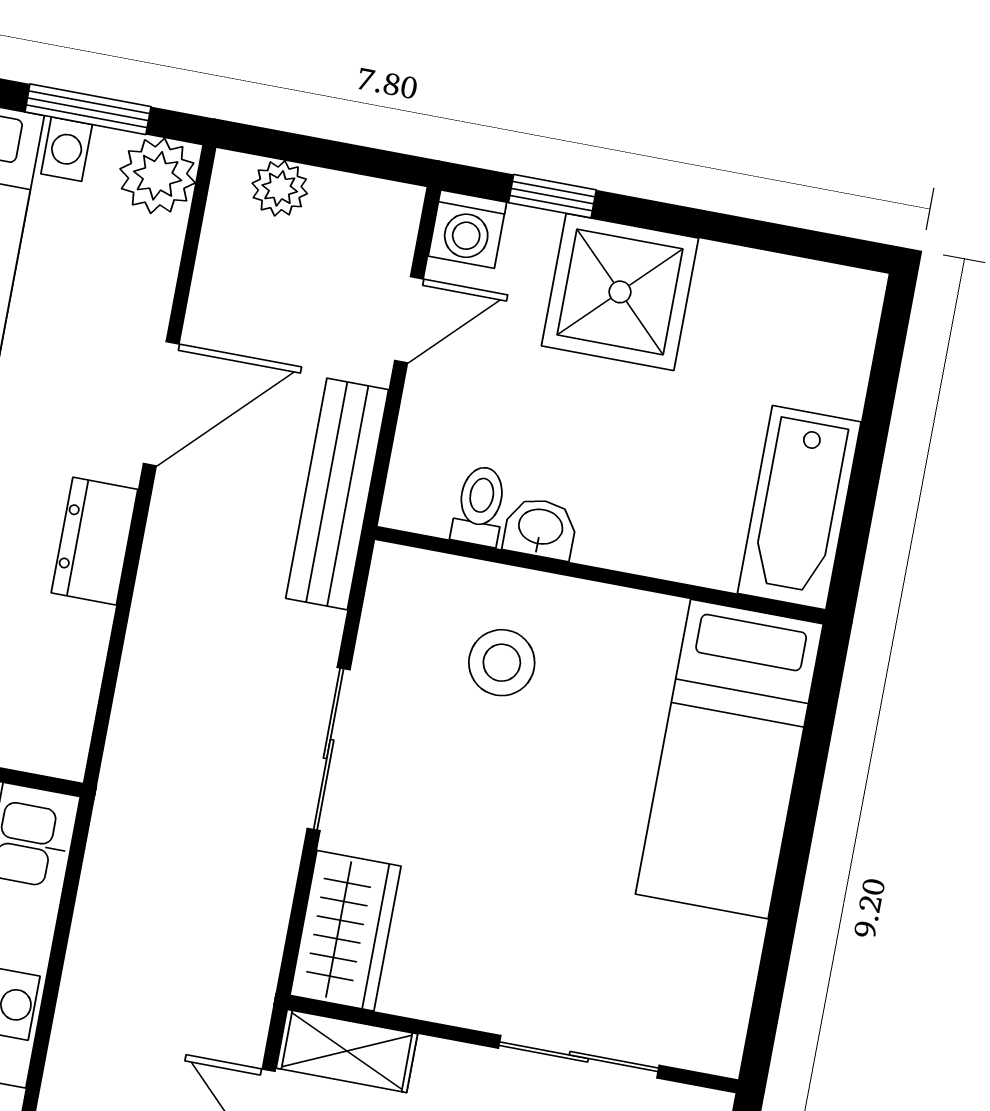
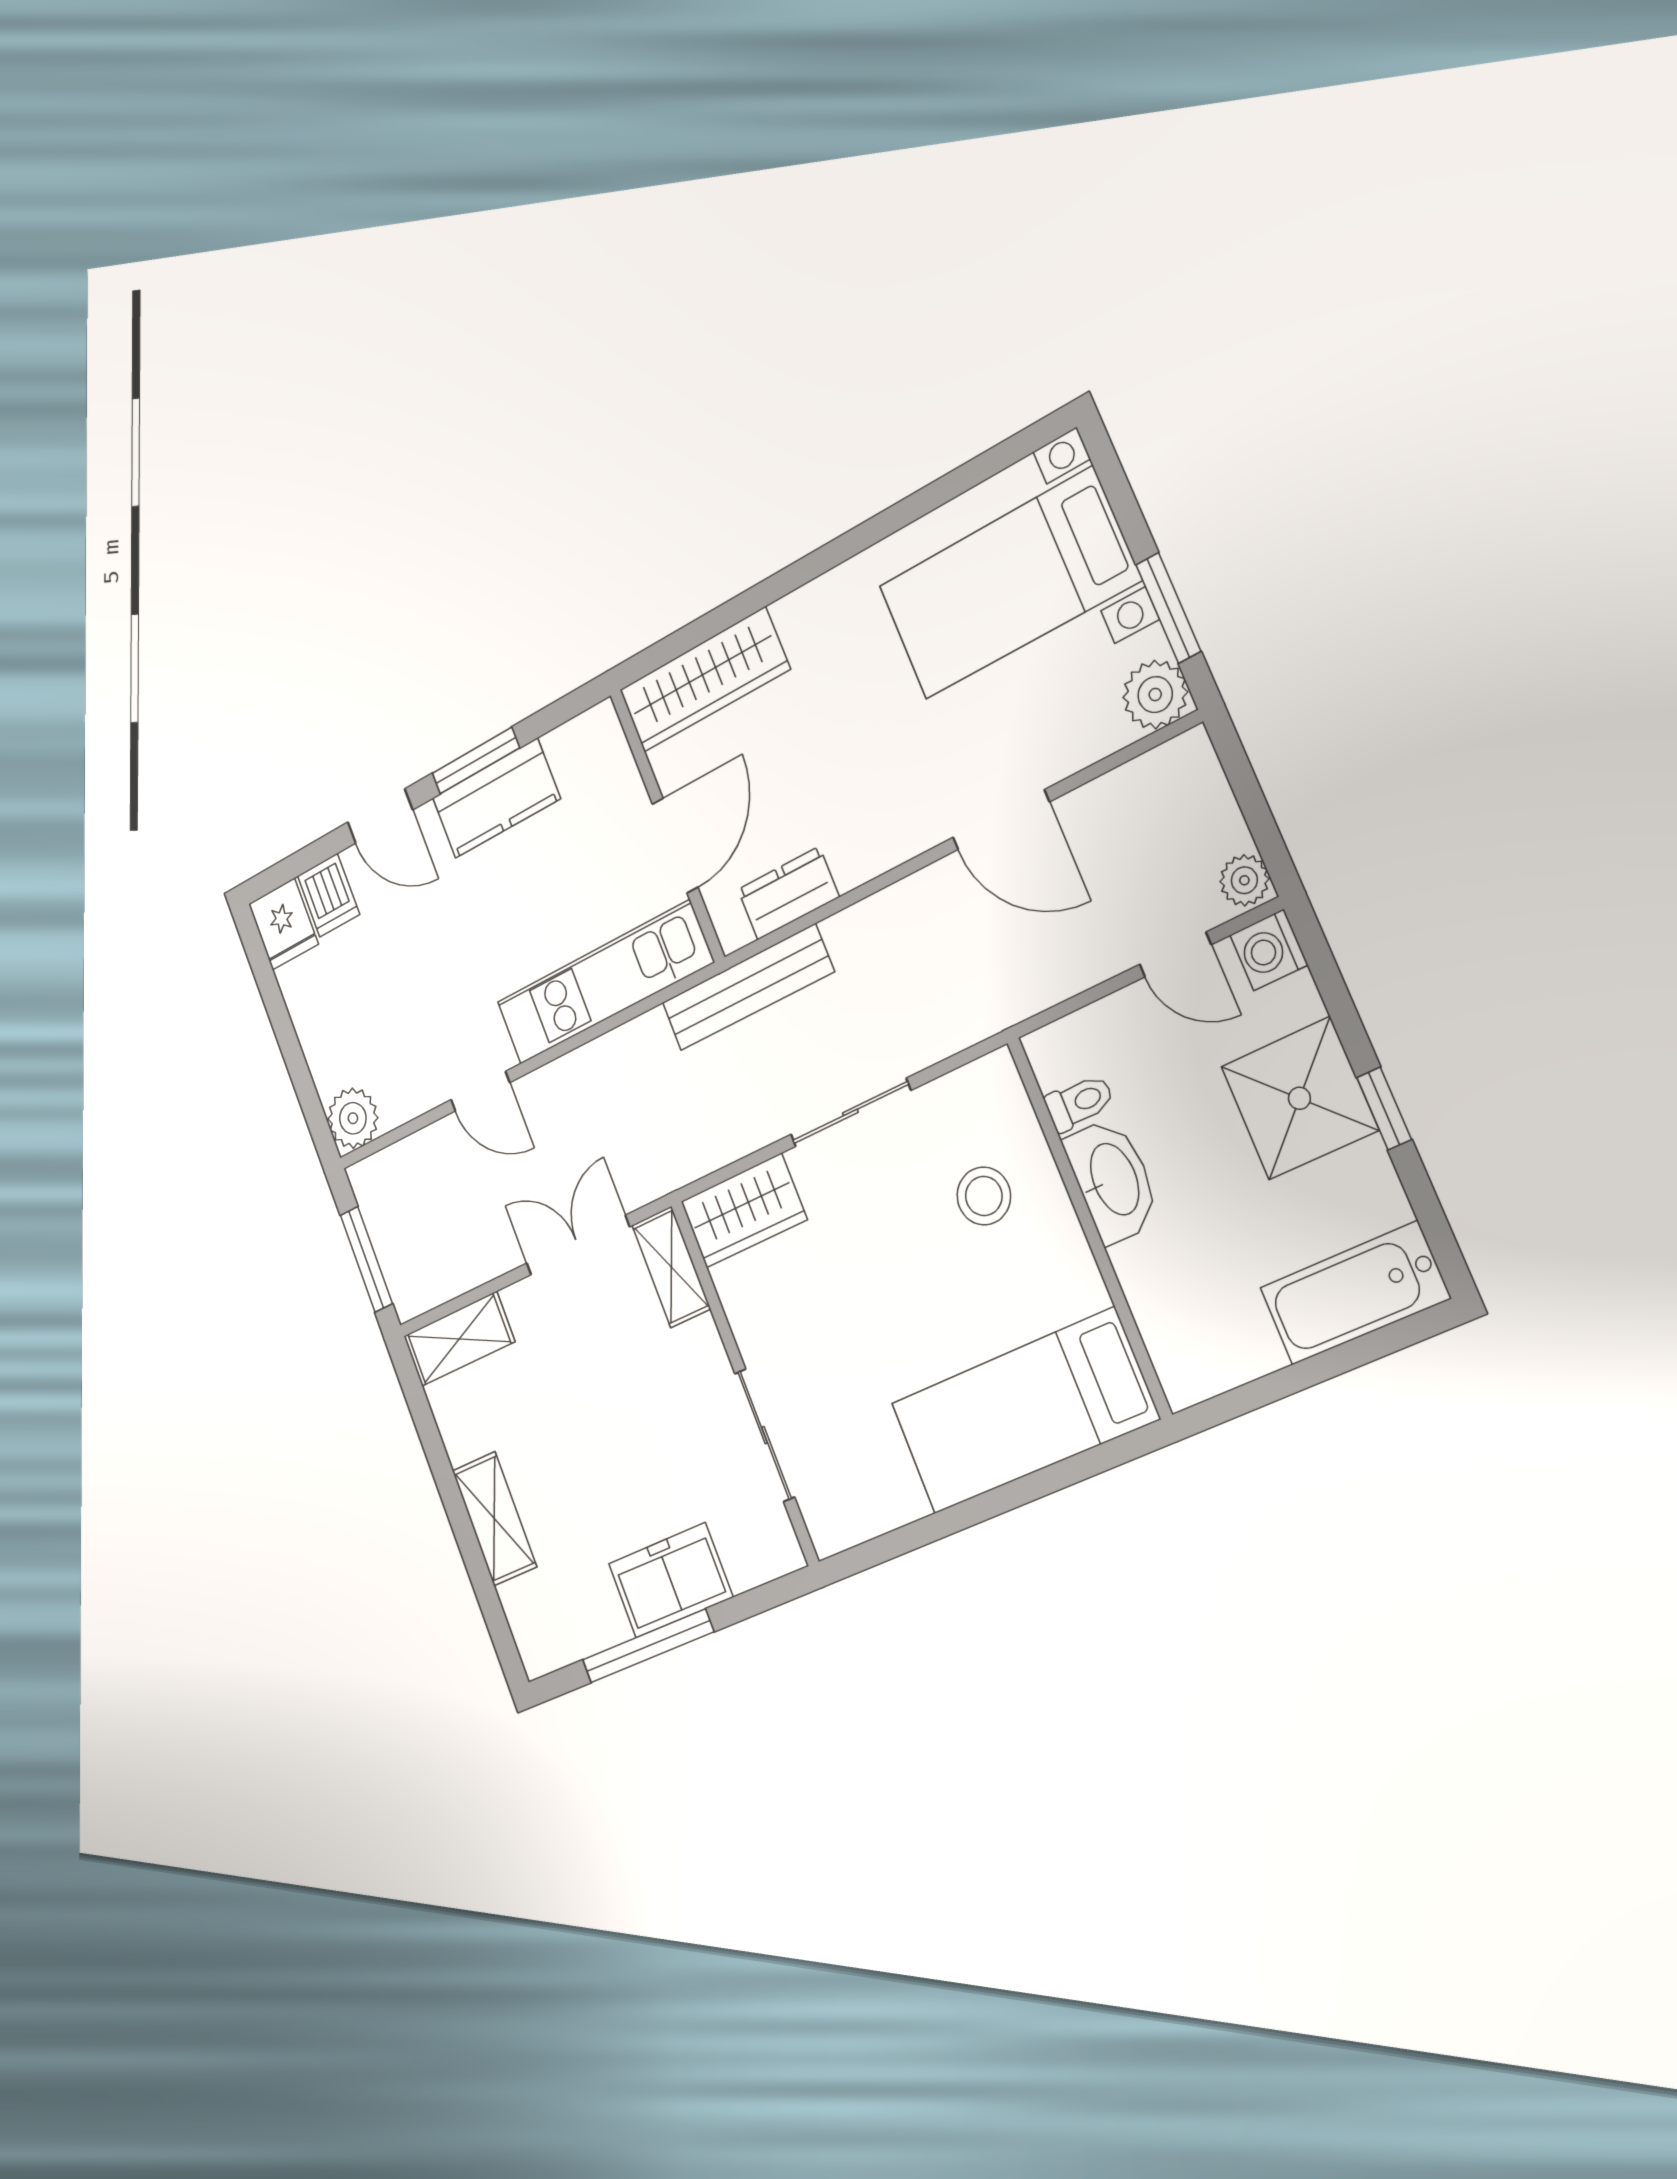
plant: (280, 188) -> (1244, 880), moved
window: (552, 196) -> (1384, 1108), moved
bench: (337, 494) -> (748, 987), moved
bathtub: (799, 508) -> (1355, 1293), moved
washbasin: (540, 528) -> (1113, 1180), width x1.91, depth x1.45
dresser: (95, 541) -> (788, 893), moved

